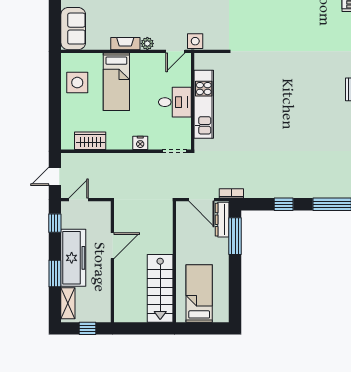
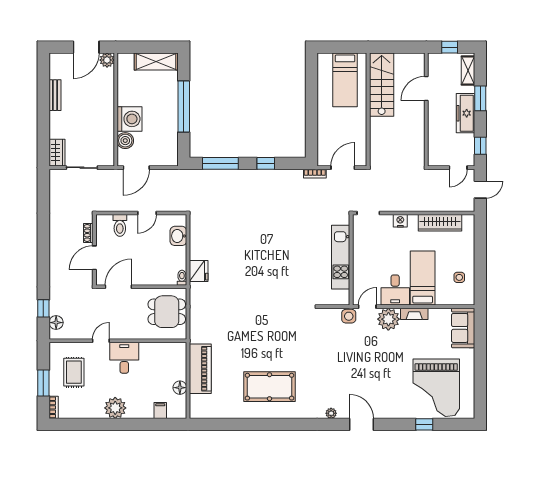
plant: (147, 44) -> (388, 319), width x1.88, depth x1.88
side table: (77, 83) -> (459, 277), width x0.54, depth x0.54
desk: (175, 102) -> (395, 290), moved, turned -90
wardrobe: (90, 141) -> (440, 223), width x1.50
door: (202, 200) -> (343, 168), hinge flipped
dresser: (222, 220) -> (323, 149), removed
window: (235, 236) -> (311, 133), removed
door: (112, 246) -> (426, 88), moved
freezer: (73, 258) -> (465, 113), width x0.73, depth x0.79

